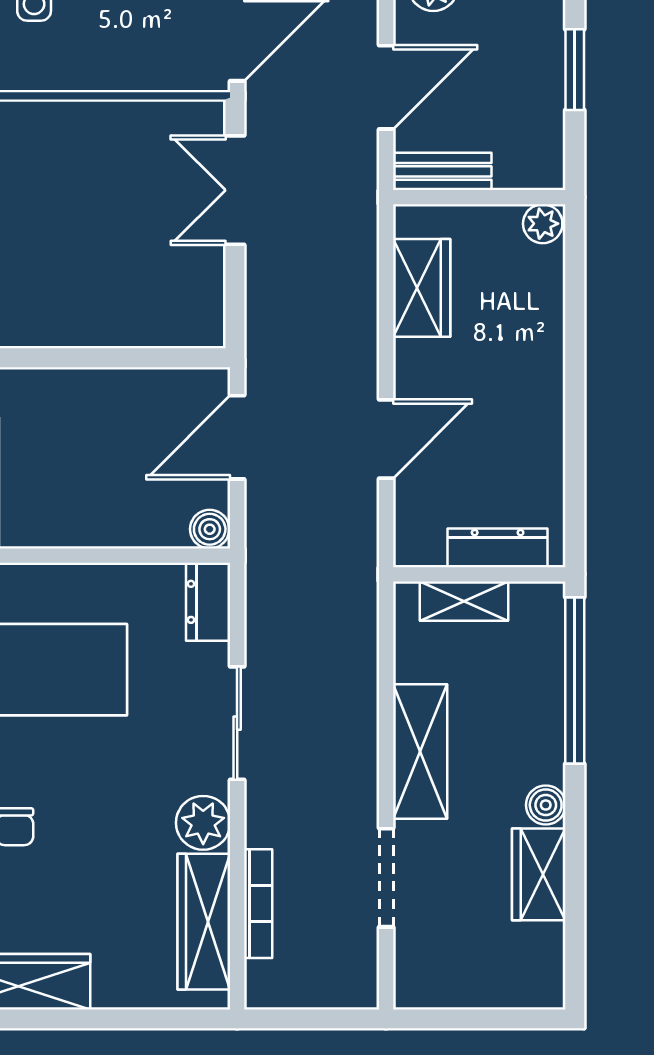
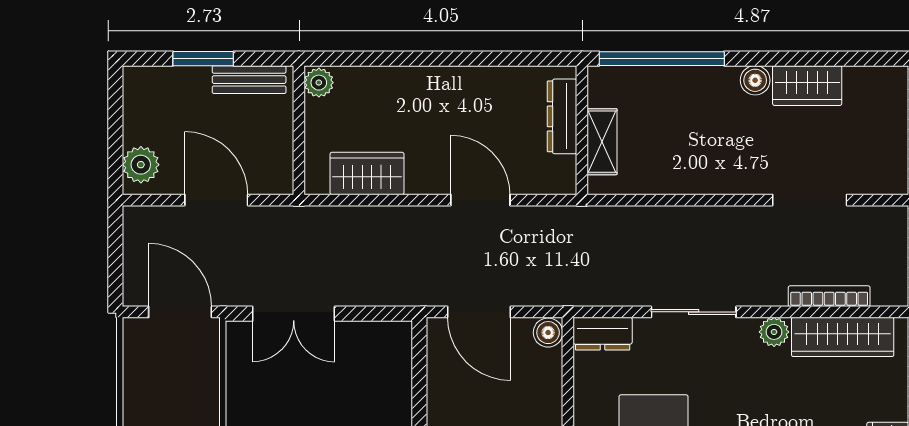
bench: (442, 171) -> (249, 80), moved, turned 90
shelving: (420, 752) -> (715, 175), removed
plant: (203, 823) -> (774, 332), width x0.73, depth x0.73

